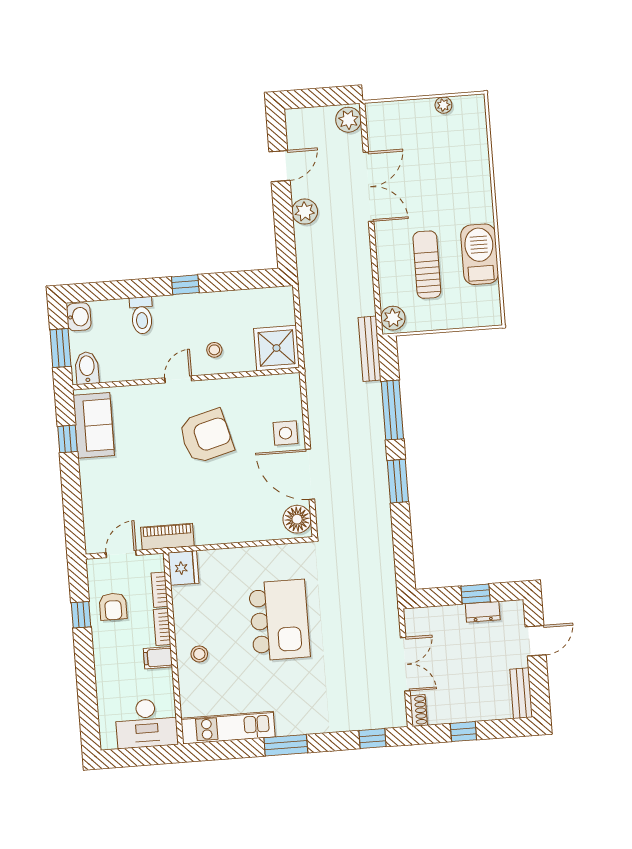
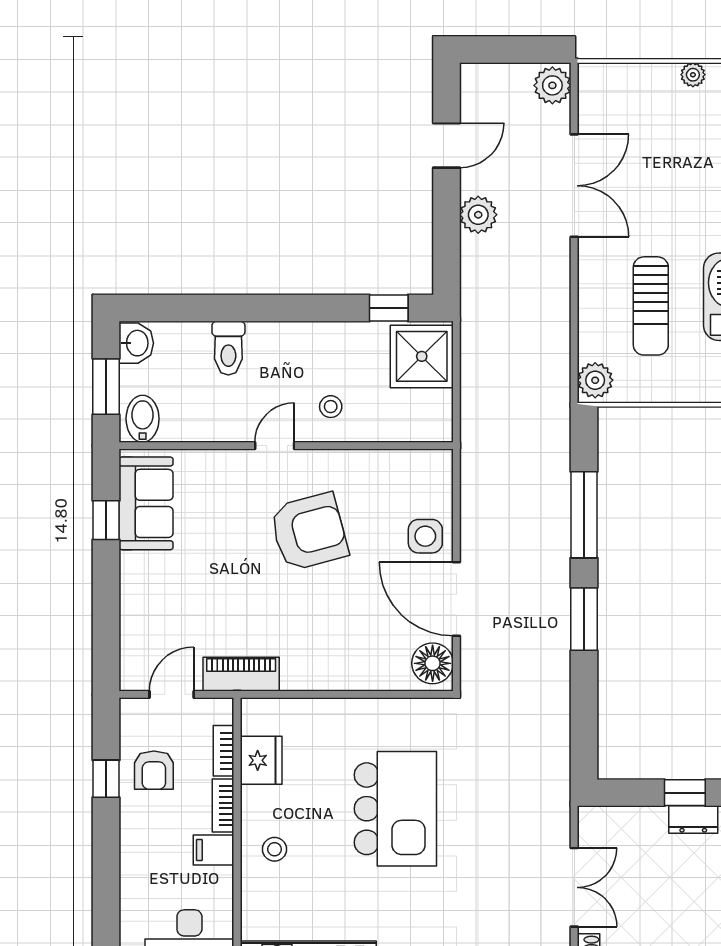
sun lounger: (427, 265) -> (651, 306), turned 180
window: (185, 285) -> (389, 308), moved
shower: (277, 348) -> (422, 356), moved
bench: (370, 349) -> (558, 423), removed
fridge: (183, 568) -> (261, 760), moved

